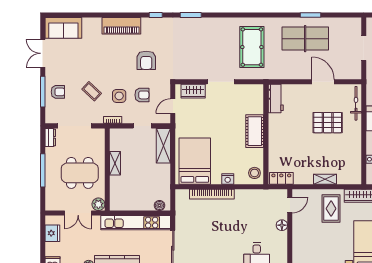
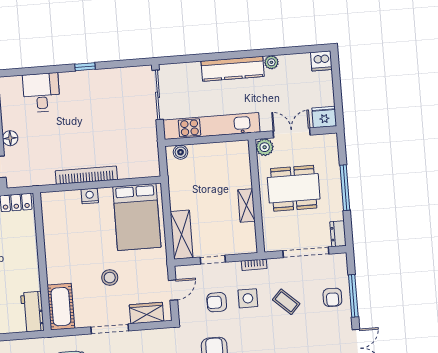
armchair: (58, 92) -> (332, 297), turned -90
cot: (255, 131) -> (61, 307), moved
stool: (254, 173) -> (110, 278), moved
bookcase: (212, 194) -> (86, 175), moved
fridge: (52, 233) -> (324, 117), moved, turned 90

